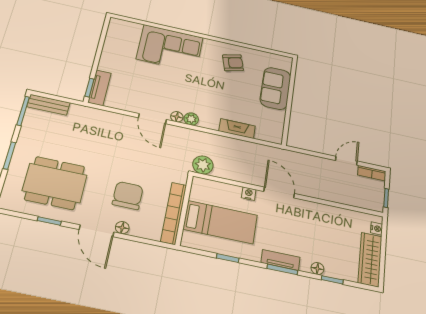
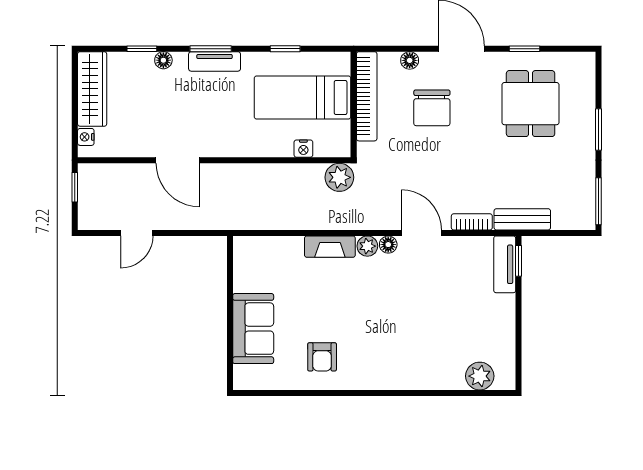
plant: (132, 29) -> (480, 376), added
corner sofa: (170, 48) -> (419, 358), removed
armchair: (233, 63) -> (322, 357), turned -74
bench: (48, 105) -> (522, 219), moved
fireplace: (237, 129) -> (330, 247), moved
bookcase: (372, 173) -> (472, 222), moved
dining table: (55, 183) -> (531, 104), width x0.73
door: (279, 192) -> (178, 160), moved
nightstand: (249, 194) -> (303, 149), moved
floor lamp: (122, 228) -> (410, 60), moved

